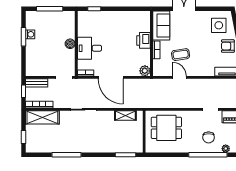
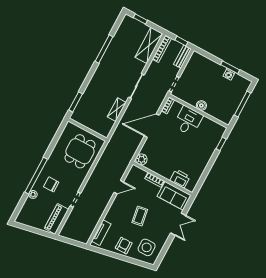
printer: (144, 40) -> (180, 179), moved
coffee table: (181, 55) -> (140, 216), moved
shelving: (125, 115) -> (117, 110), moved

